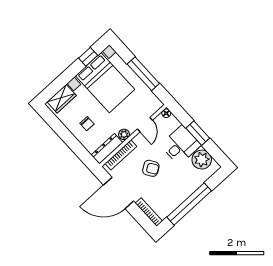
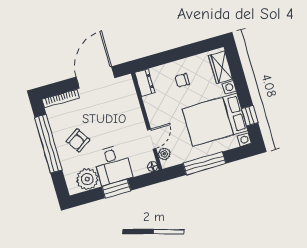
door: (145, 125) -> (152, 139), swing flipped
plant: (124, 134) -> (164, 154), moved
dresser: (107, 149) -> (145, 83), width x0.70
bookcase: (121, 155) -> (133, 99), removed
armchair: (151, 168) -> (78, 141), moved

